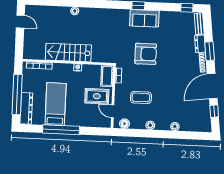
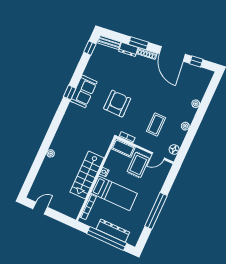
bed: (56, 104) -> (114, 193), moved, turned 180
dresser: (26, 108) -> (113, 231), moved

